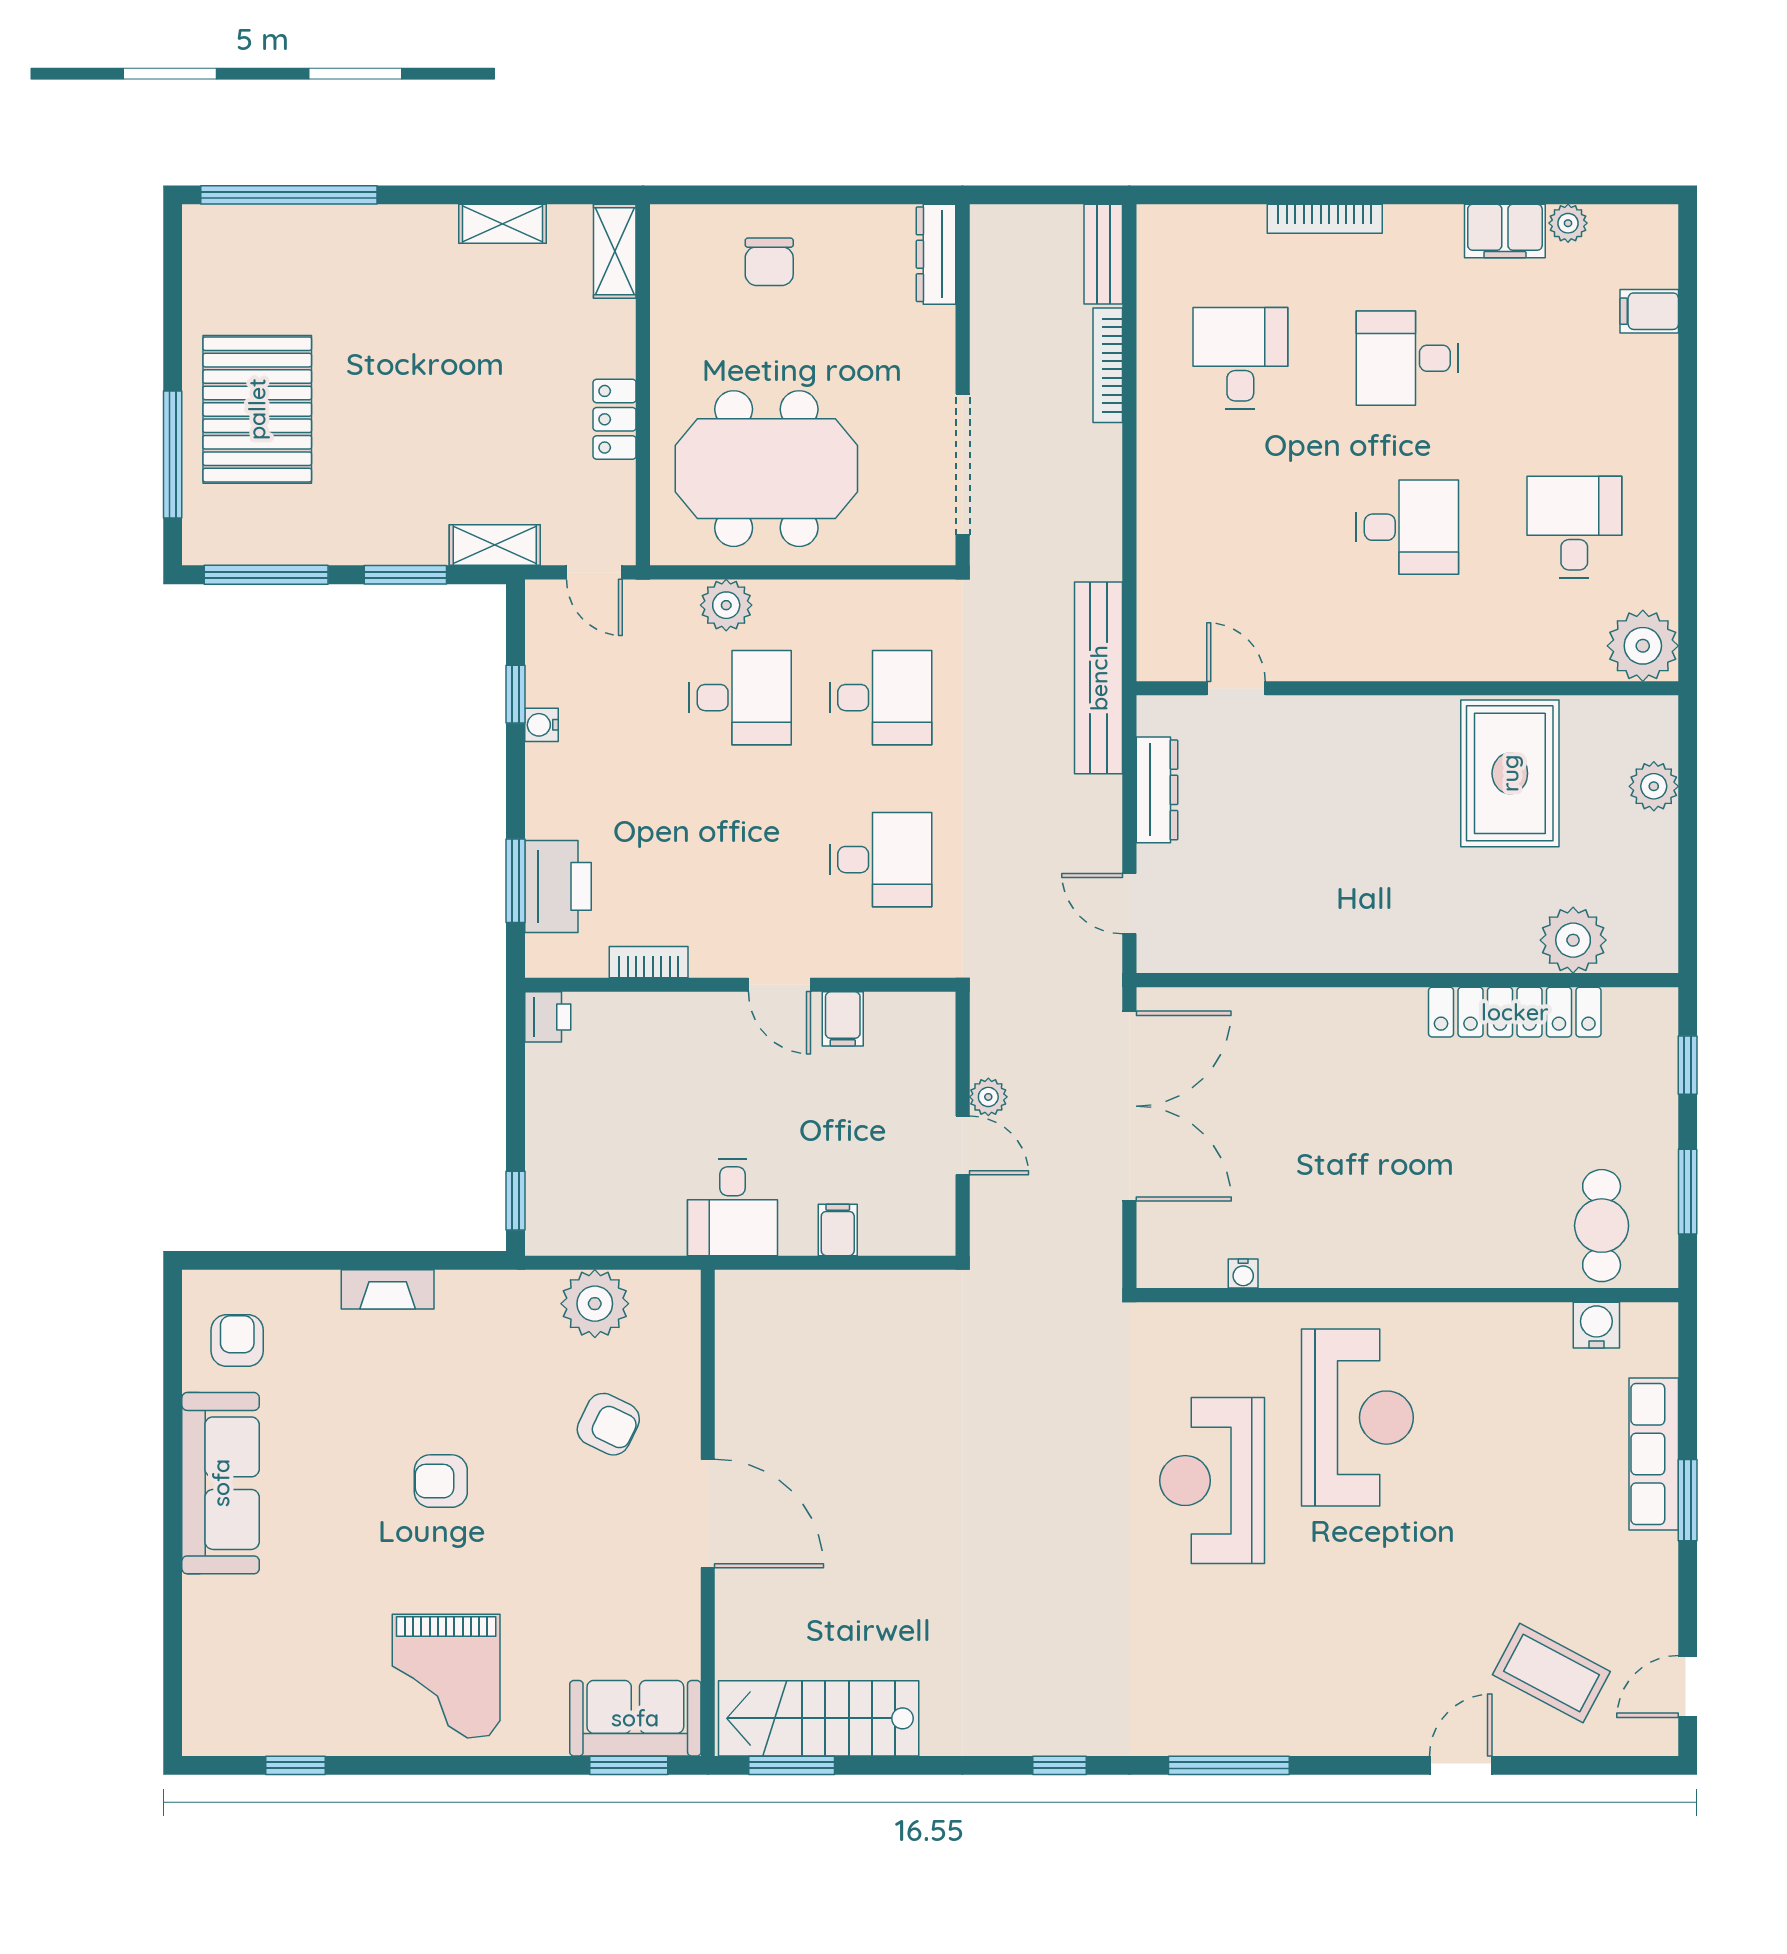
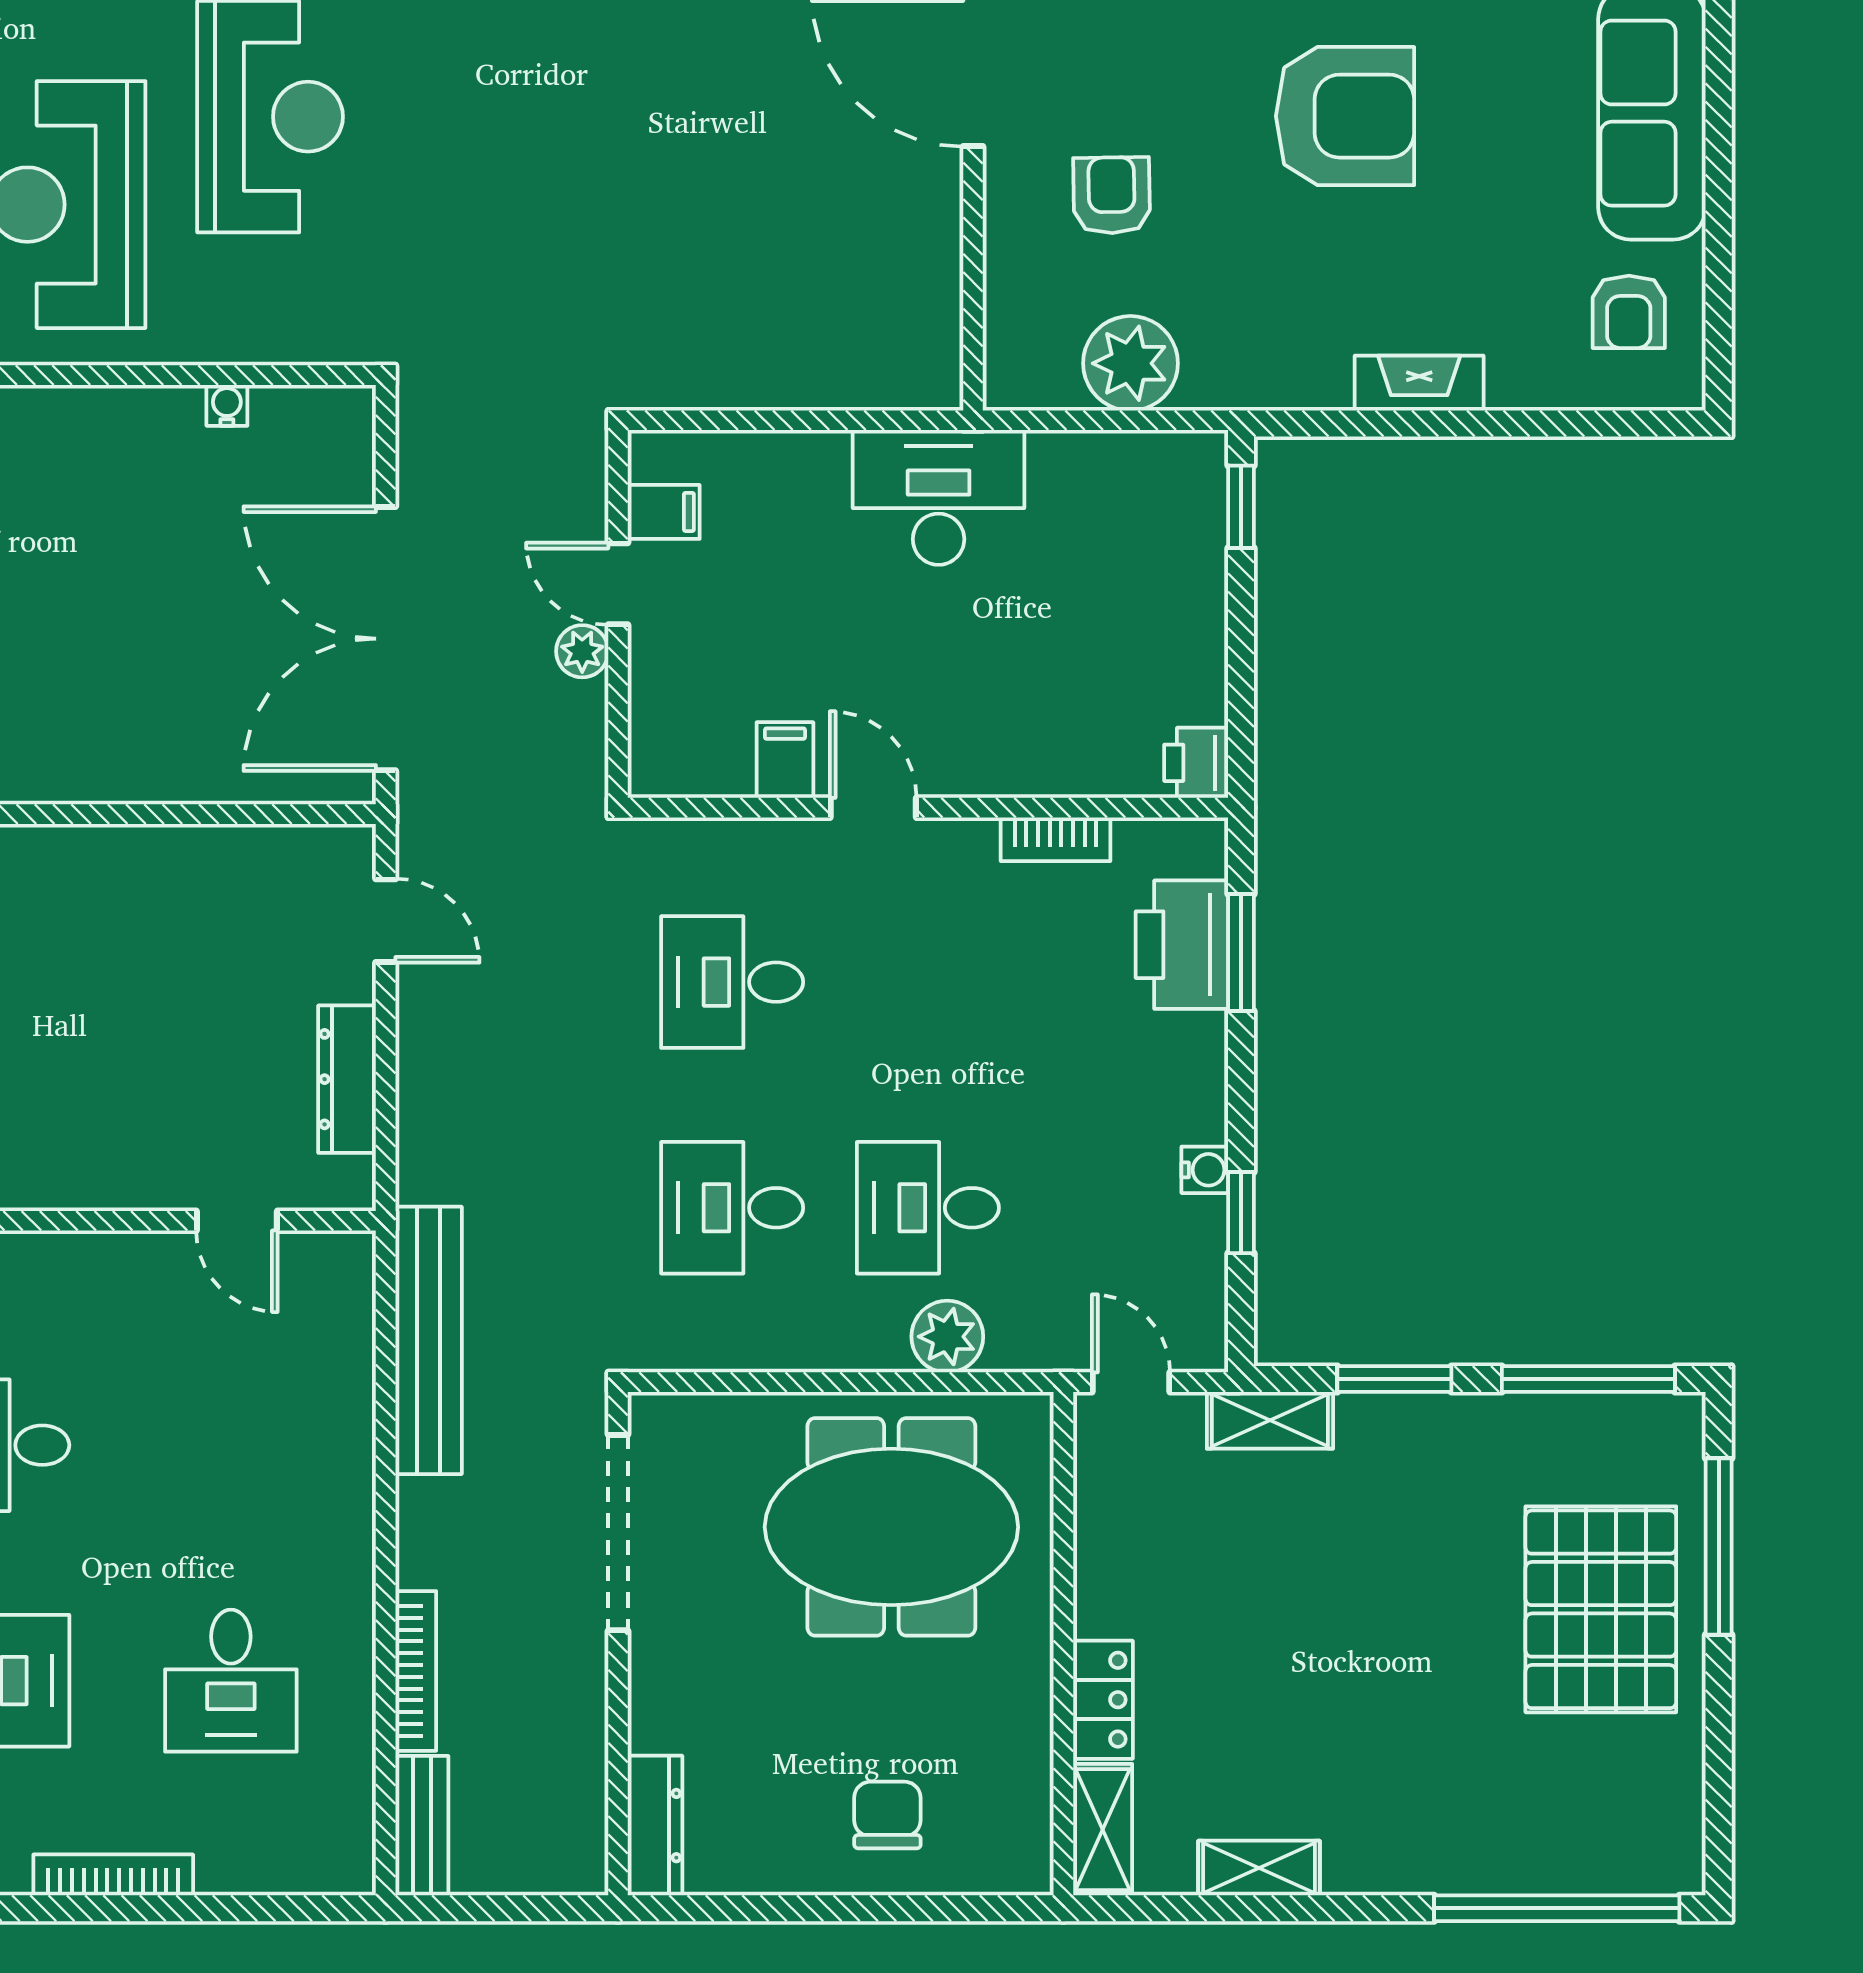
locker: (615, 419) -> (1103, 1700), moved
bench: (1099, 678) -> (429, 1340), moved
desk: (733, 1207) -> (939, 497), width x1.37
filing cabinet: (838, 1230) -> (664, 512), moved, turned -90
armchair: (608, 1424) -> (1112, 195), turned 63
armchair: (441, 1481) -> (1345, 116), width x1.88, depth x1.88

